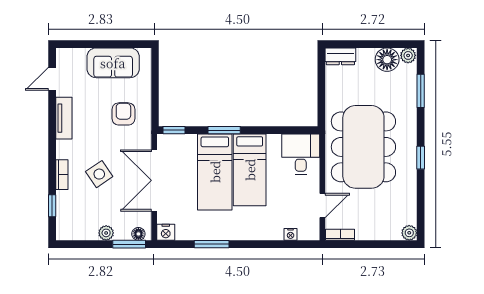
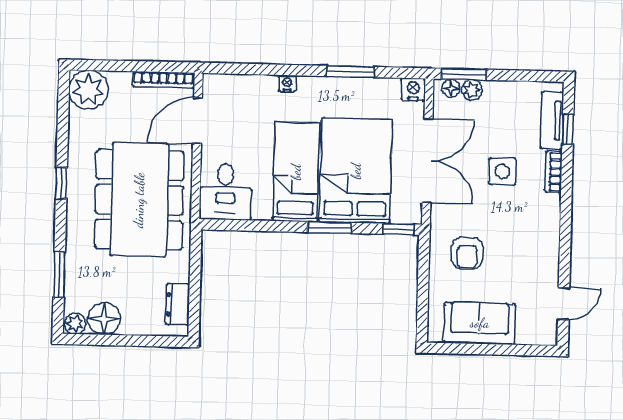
dresser: (340, 56) -> (178, 304), moved, turned -90
tv unit: (64, 118) -> (552, 120), moved
bed: (215, 172) -> (356, 171), width x1.50
side table: (99, 174) -> (502, 171), turned 34
door: (322, 206) -> (198, 121), width x1.38
plant: (106, 233) -> (472, 90), moved
plant: (409, 233) -> (88, 90), width x1.87, depth x1.87
nightstand: (291, 234) -> (287, 83), moved
bookcase: (340, 235) -> (163, 80), width x1.56

